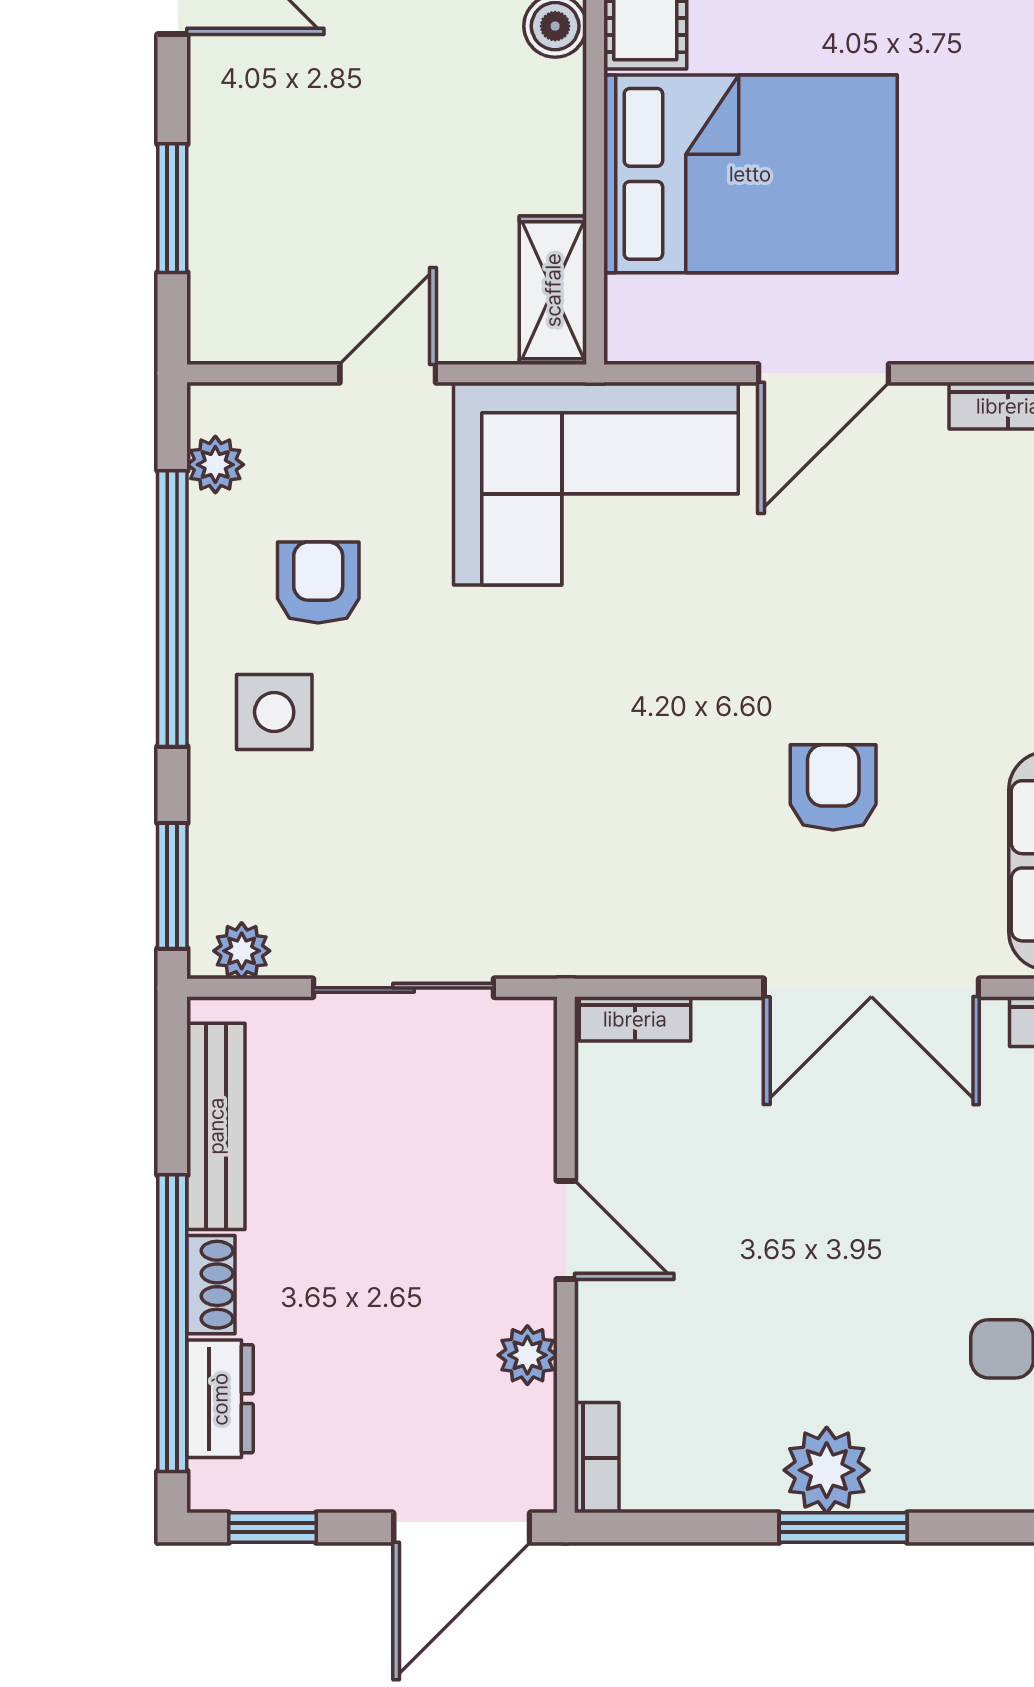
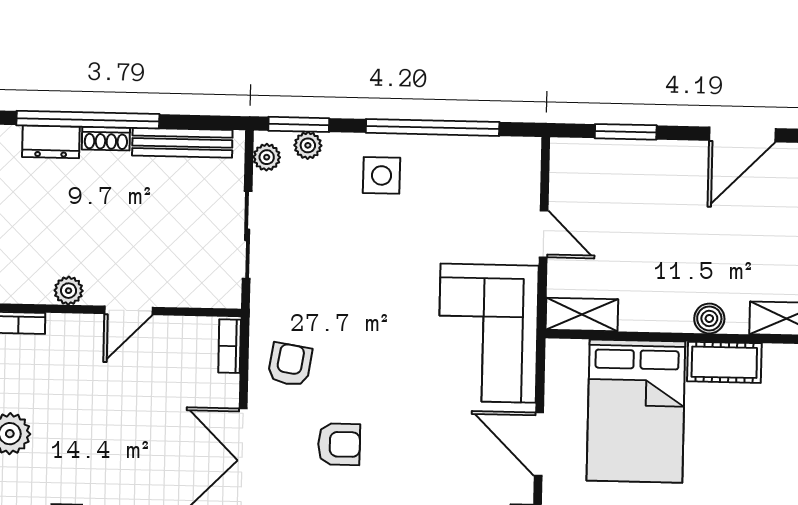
plant: (215, 465) -> (308, 145), moved
armchair: (318, 582) -> (290, 365), moved, turned -81

